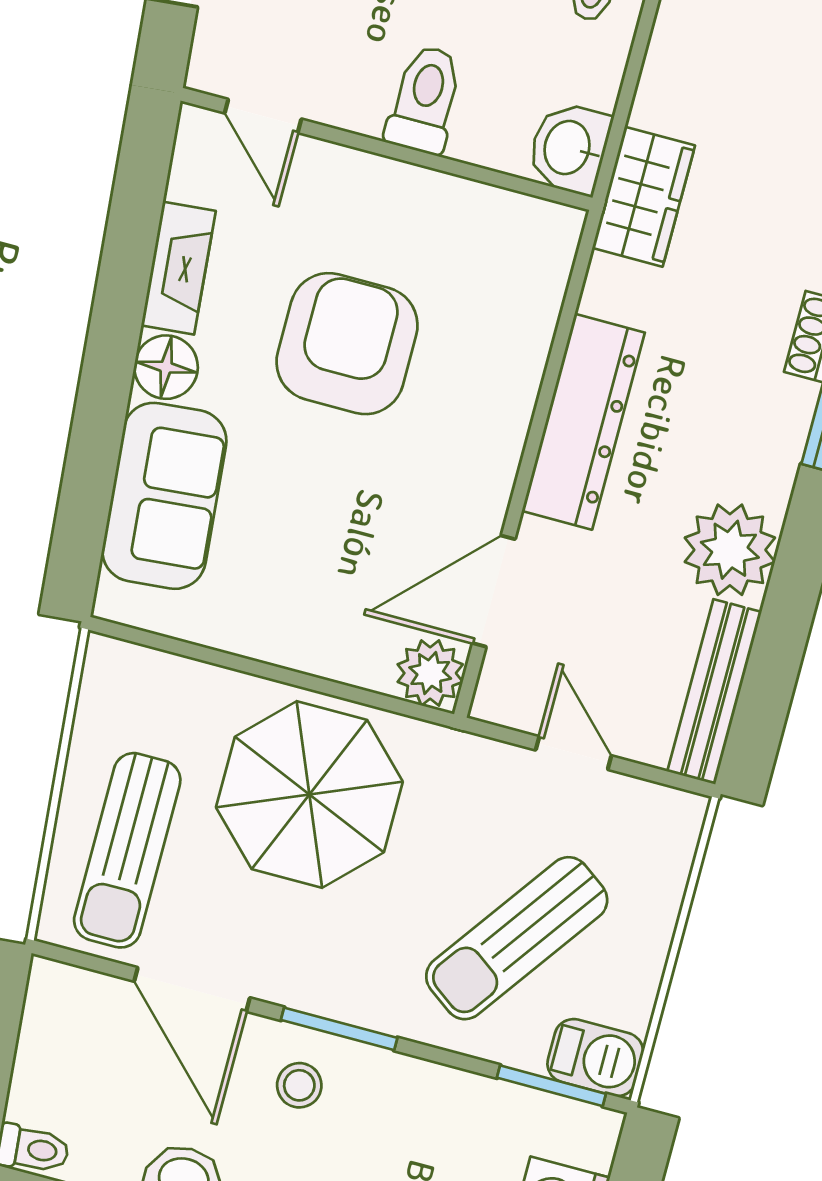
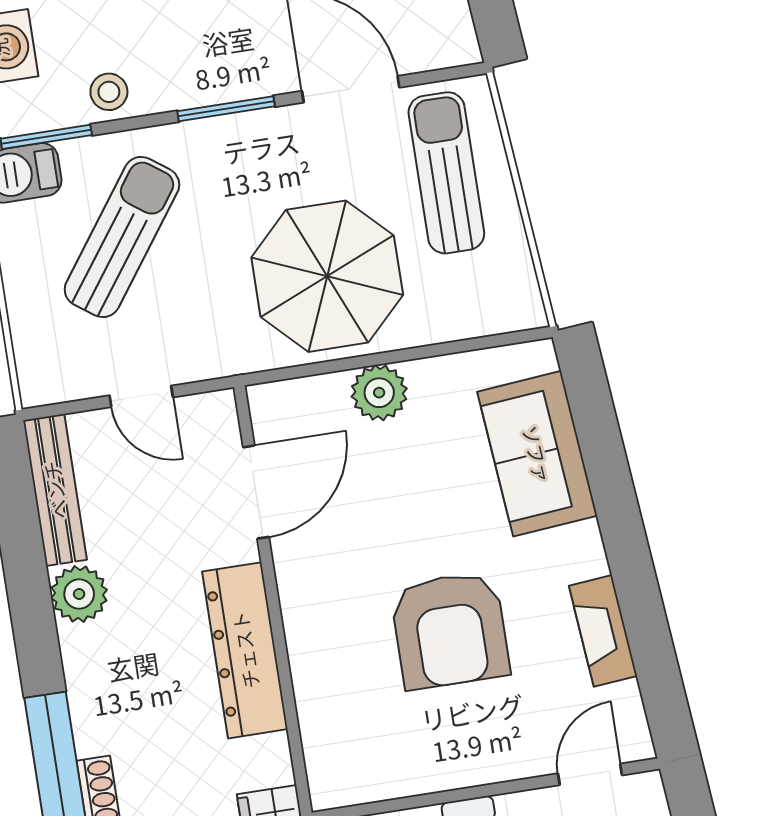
door: (263, 116) -> (590, 774), hinge flipped
floor lamp: (166, 367) -> (579, 552), removed
plant: (730, 550) -> (79, 594), width x0.73, depth x0.73
plant: (430, 673) -> (379, 393), moved
stool: (299, 1085) -> (109, 92), moved

